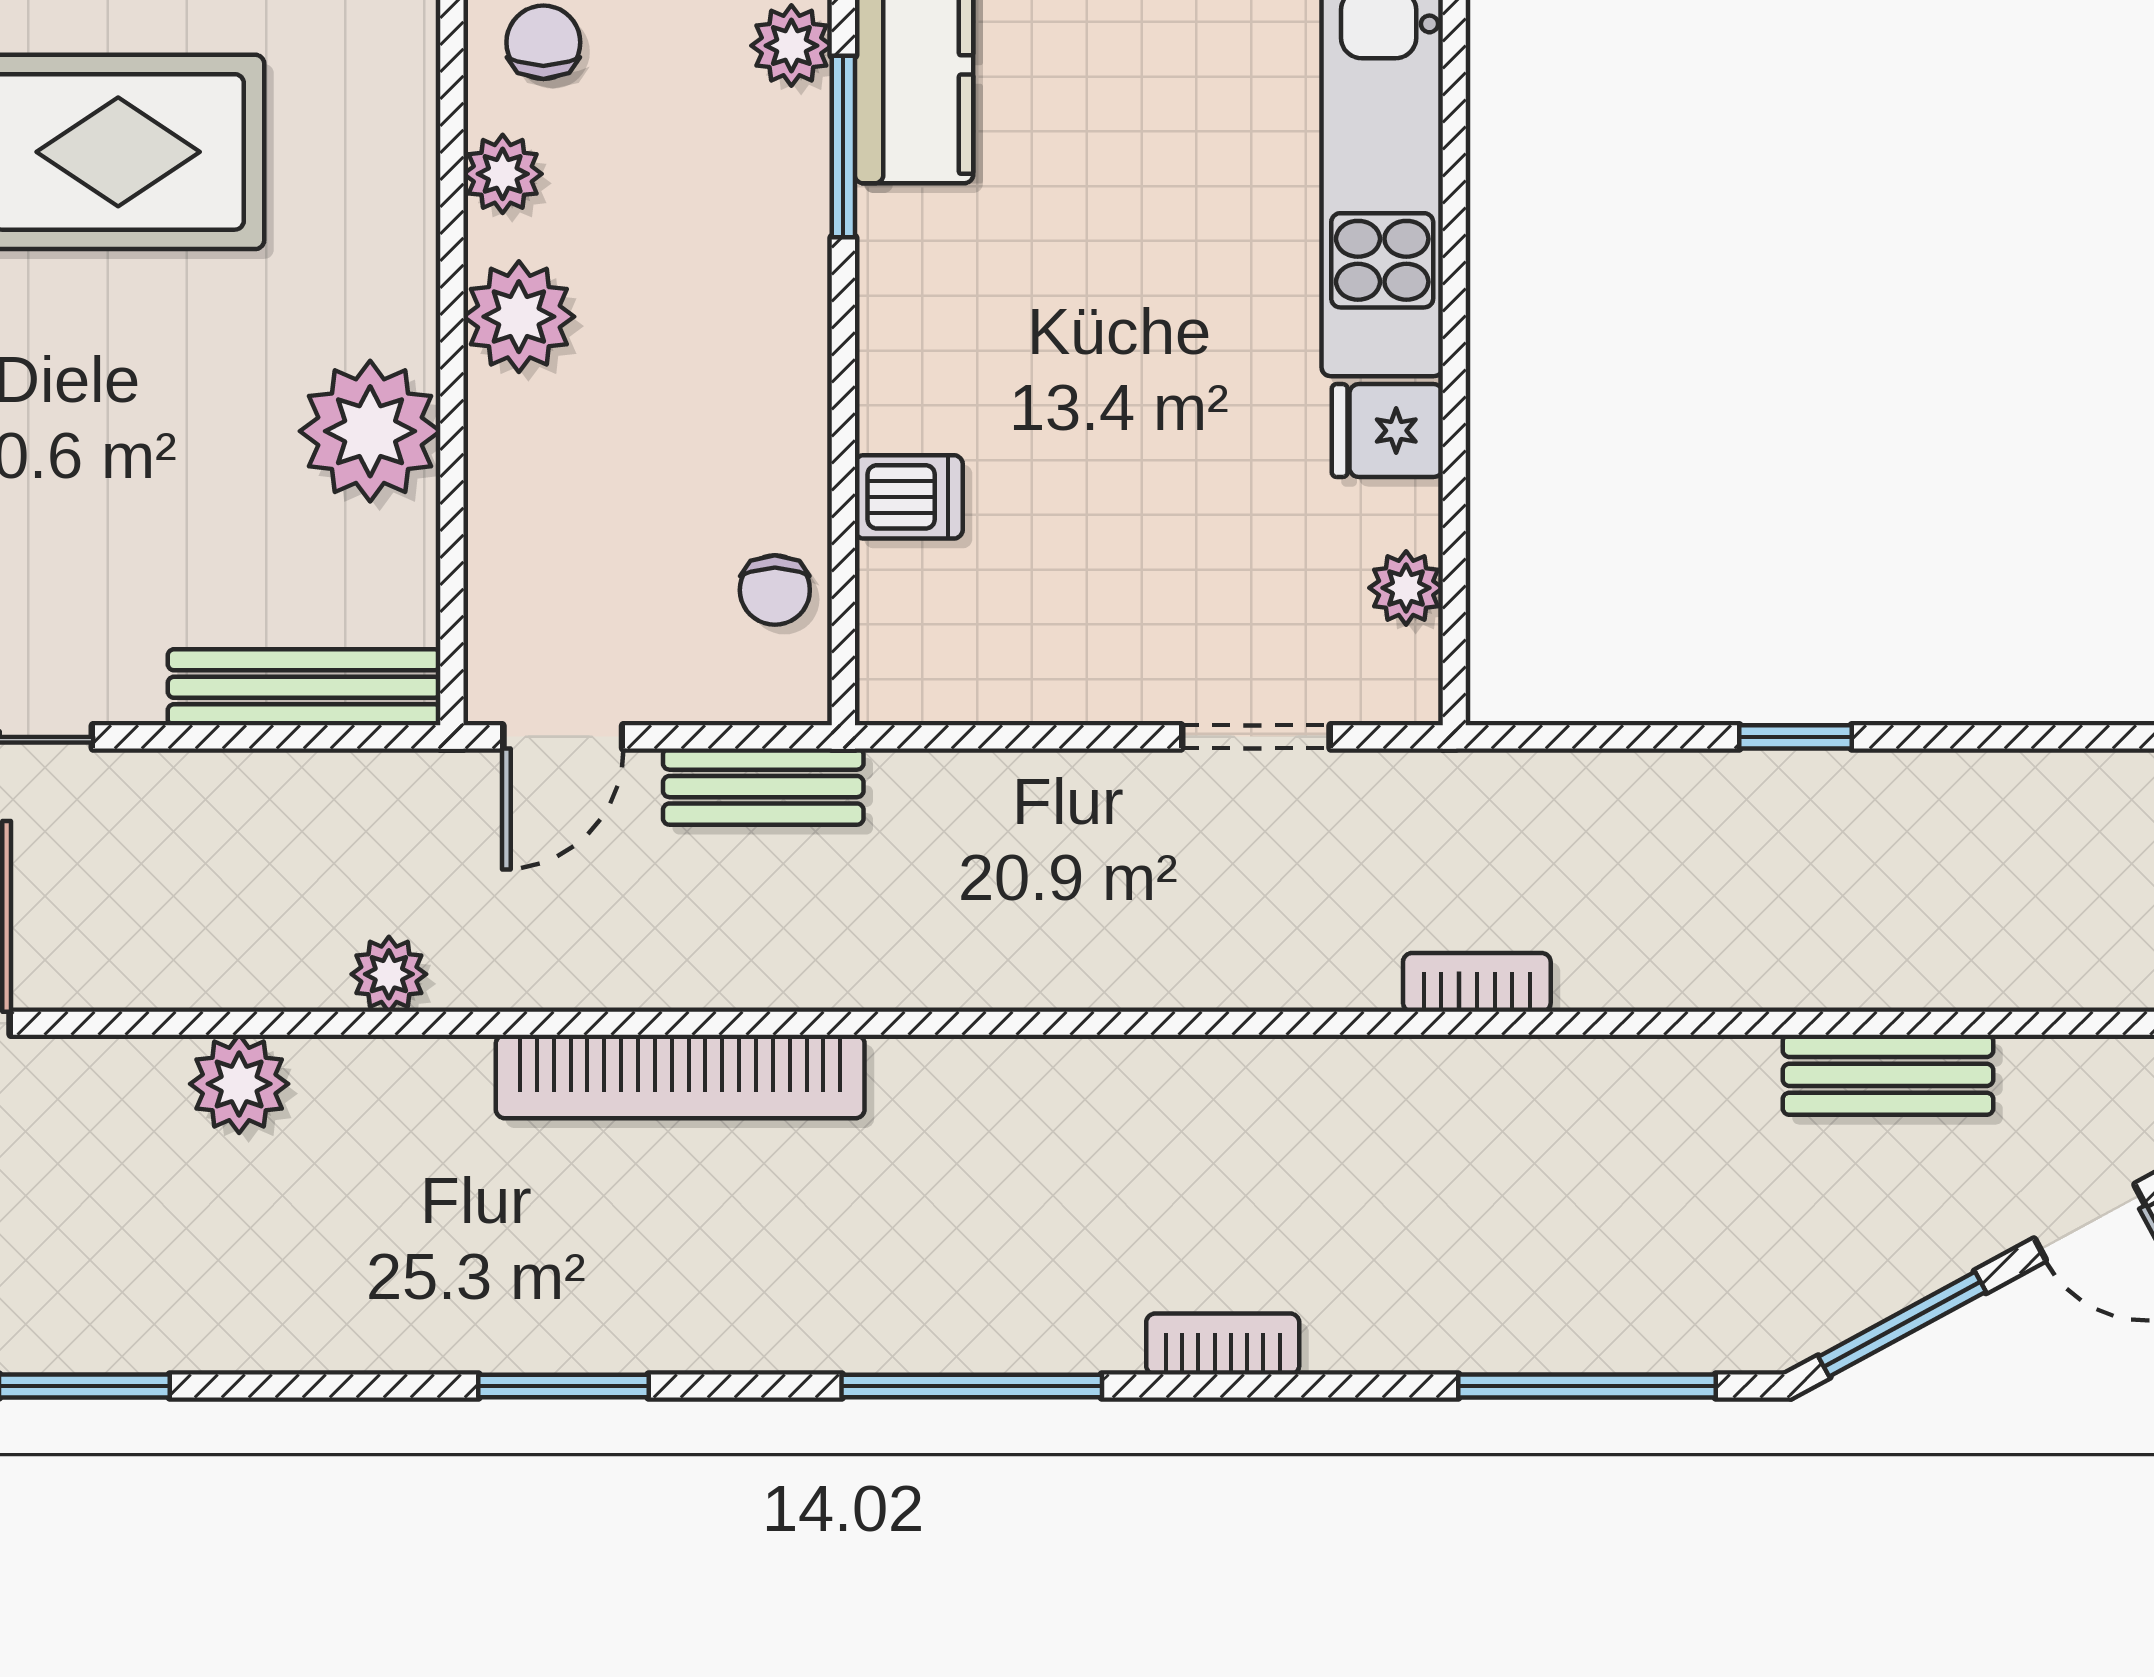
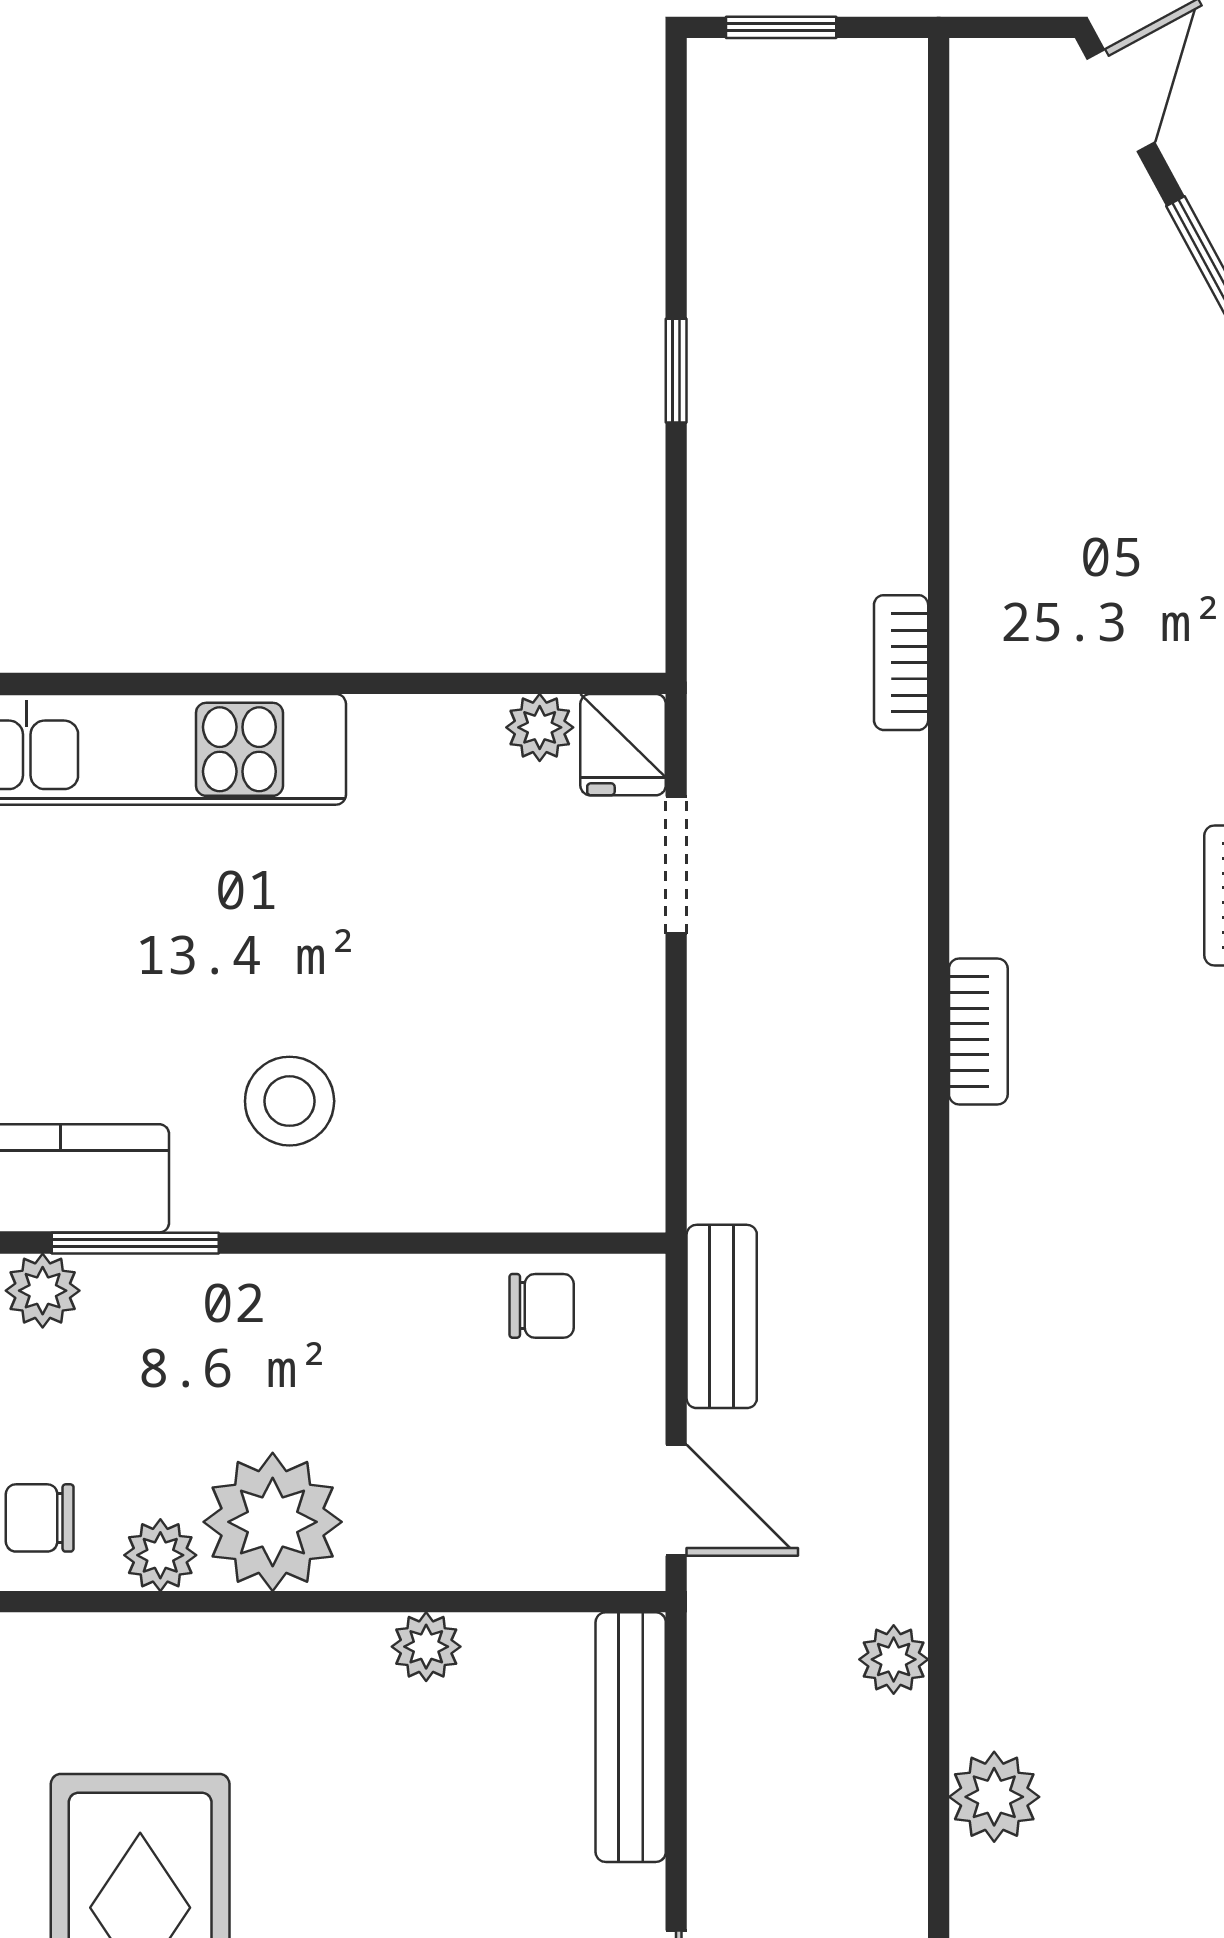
stool: (998, 315) -> (290, 1101), added
plant: (519, 317) -> (273, 1522), width x1.36, depth x1.36
plant: (370, 431) -> (426, 1647), width x0.53, depth x0.53
fridge: (1387, 431) -> (623, 745), moved
dishwasher: (909, 497) -> (456, 1183), removed
bench: (1888, 1075) -> (986, 286), removed
bookcase: (680, 1077) -> (978, 1031), moved, width x0.43, depth x0.76

